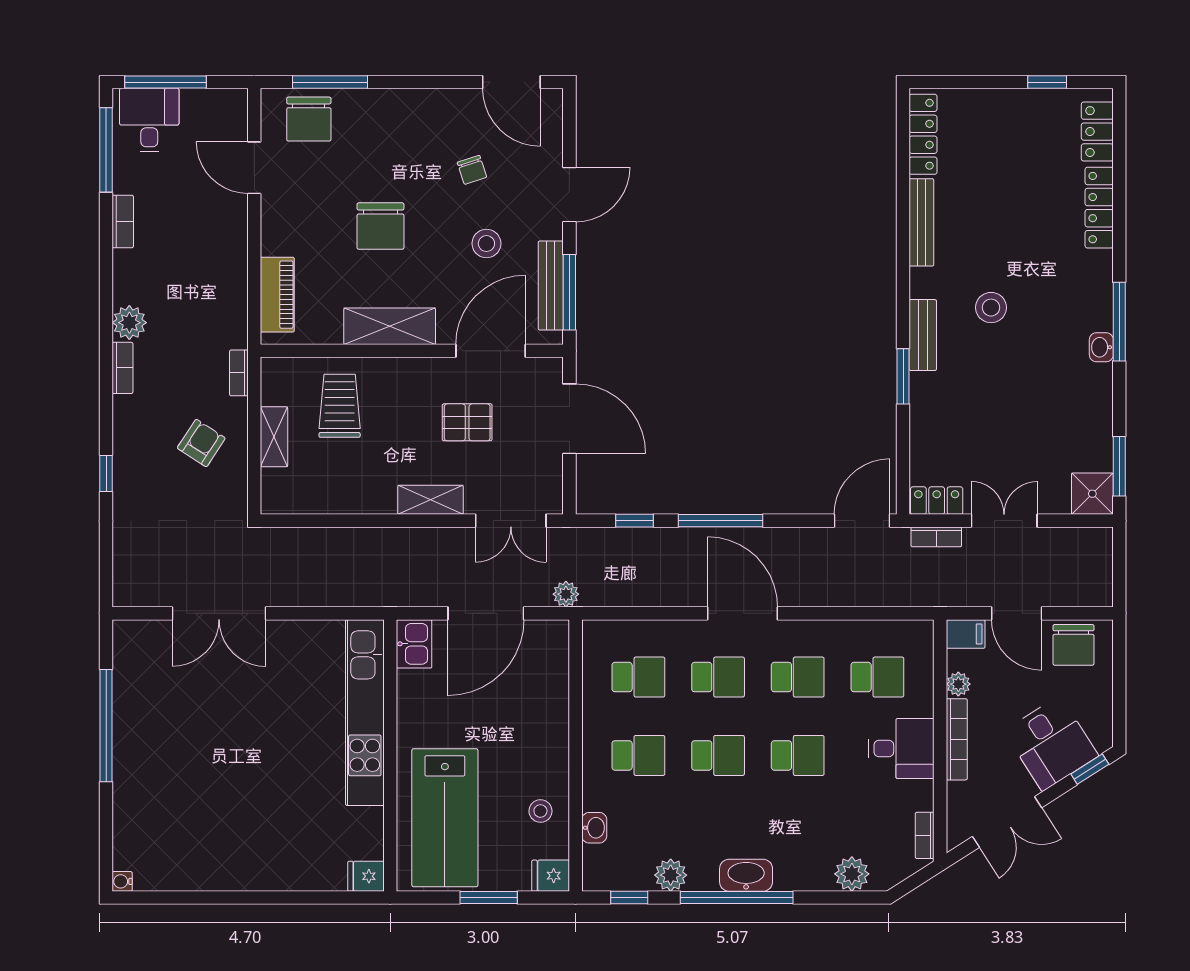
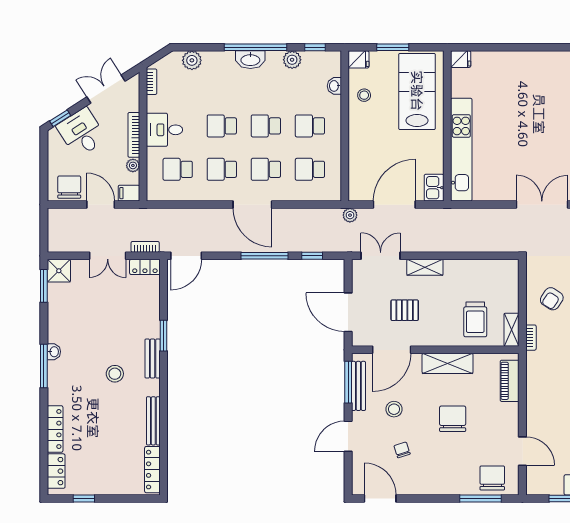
shelving: (274, 437) -> (512, 330), moved

